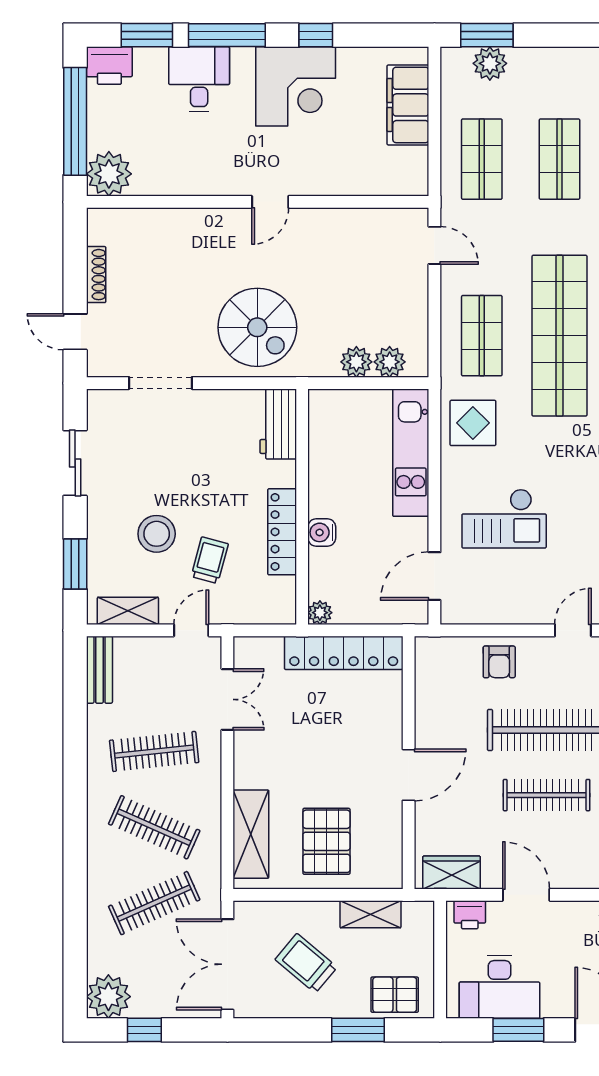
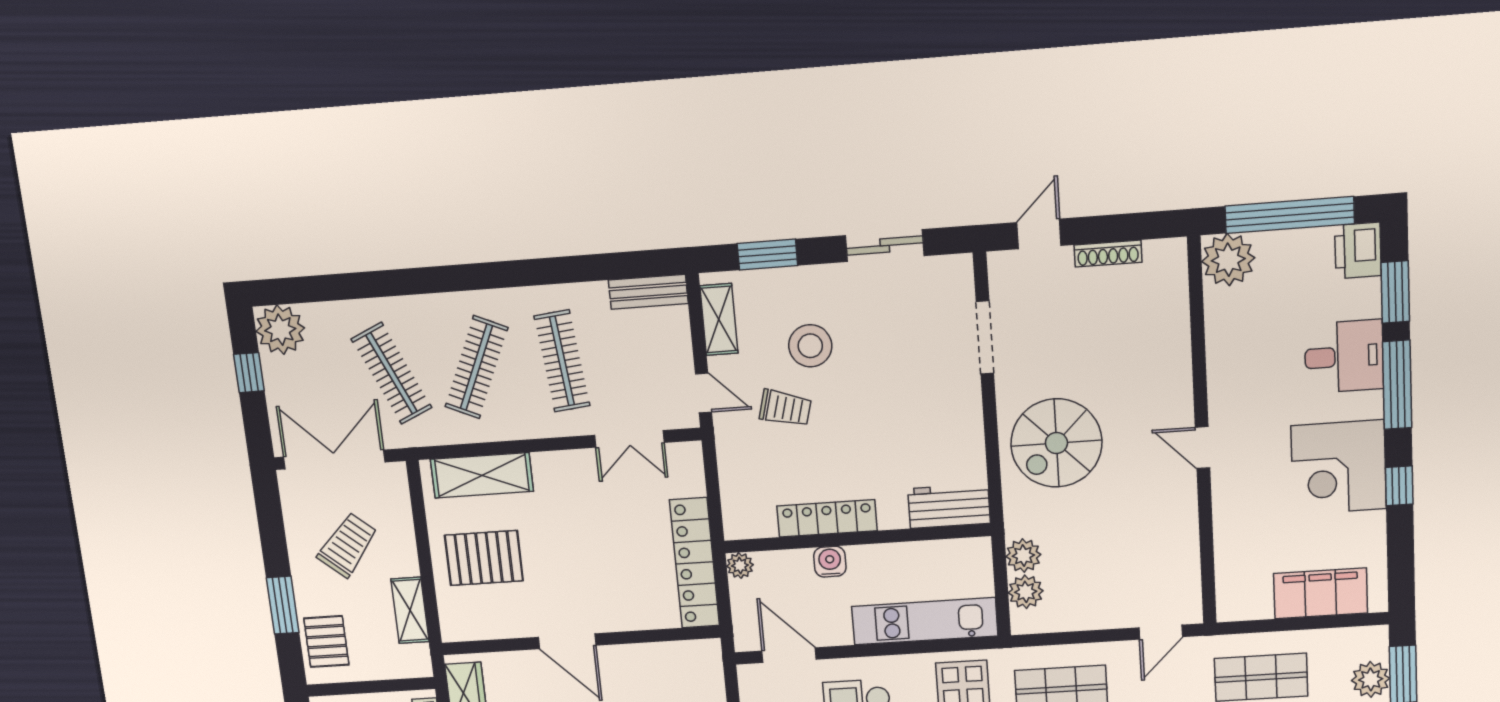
workbench: (278, 424) -> (949, 506), moved
wall: (302, 507) -> (857, 538), moved
locker: (282, 532) -> (827, 518), moved
water cooler: (322, 532) -> (830, 562), moved
plant: (320, 613) -> (740, 565), moved

